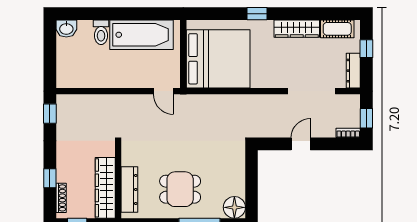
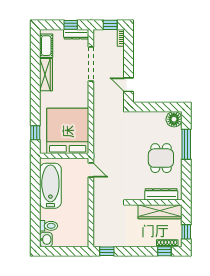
window: (257, 14) -> (35, 133), moved
toilet: (101, 32) -> (49, 226), moved
window: (366, 49) -> (71, 25), moved
door: (163, 91) -> (91, 170), hinge flipped
door: (301, 144) -> (129, 85), moved
window: (50, 178) -> (164, 251), moved

